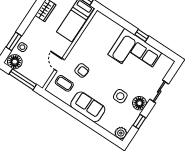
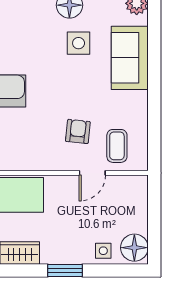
window: (14, 41) -> (65, 270), moved
window: (23, 79) -> (154, 216), removed
sofa: (88, 107) -> (130, 58), moved

